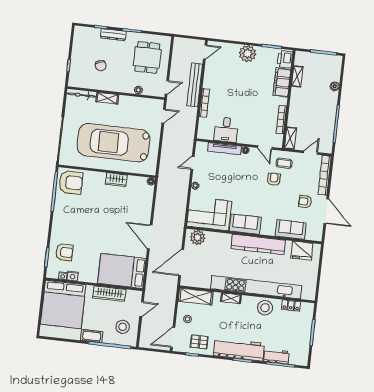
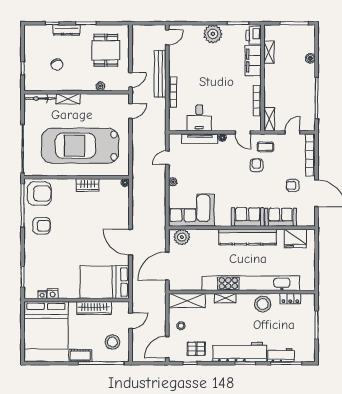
sofa: (245, 224) -> (248, 217), moved
armchair: (64, 252) -> (41, 226), moved

